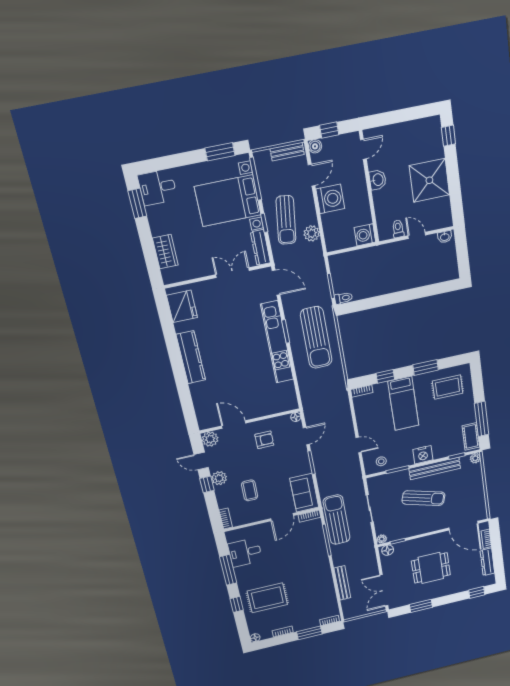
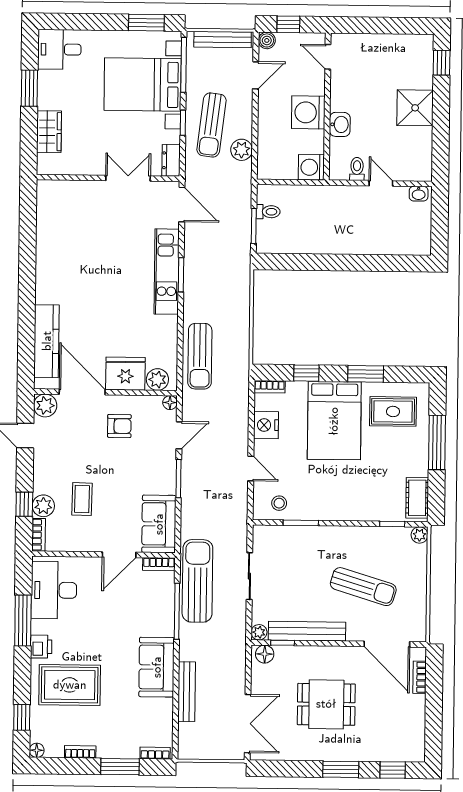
door: (363, 149) -> (328, 57), swing flipped
bench: (287, 152) -> (223, 40), width x1.36
washbasin: (378, 180) -> (340, 124), moved
shower: (429, 180) -> (415, 108), width x0.73, depth x0.73
washing machine: (330, 199) -> (308, 112), moved, turned 180
window: (137, 203) -> (29, 88), moved
dresser: (260, 247) -> (171, 160), width x0.70
toilet: (343, 298) -> (268, 212), moved
fridge: (182, 306) -> (125, 374), moved, turned -90
sun lounger: (316, 338) -> (200, 356), moved, width x0.73, depth x0.75
kitchen unit: (277, 342) -> (167, 272), width x0.73
kitchen counter: (191, 357) -> (47, 341), moved
bed: (403, 403) -> (334, 421), width x1.50
plant: (284, 404) -> (157, 380), added
window: (482, 419) -> (437, 442), moved
door: (234, 424) -> (82, 392), width x1.36
nightstand: (423, 455) -> (266, 425), moved, turned 90
bench: (435, 468) -> (307, 631), moved
plant: (219, 478) -> (43, 506), moved
window: (207, 484) -> (24, 504), moved
sun lounger: (423, 498) -> (363, 587), moved
desk: (245, 552) -> (54, 590), width x1.37
dresser: (487, 562) -> (416, 719), removed
sofa: (320, 574) -> (157, 667), added
printer: (244, 581) -> (41, 647), added
double door: (384, 590) -> (248, 724), swing flipped
window: (237, 604) -> (22, 717), moved
window: (421, 606) -> (341, 769), moved

